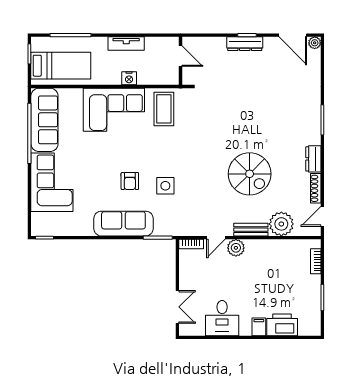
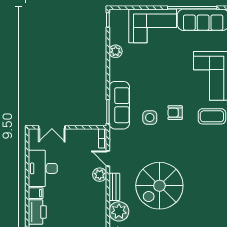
spiral stairs: (250, 174) -> (159, 186), width x1.37, depth x1.37
armchair: (130, 181) -> (175, 113), moved
sofa: (123, 224) -> (119, 105), moved
plant: (83, 228) -> (116, 51), added
desk: (222, 318) -> (43, 168), width x1.37

